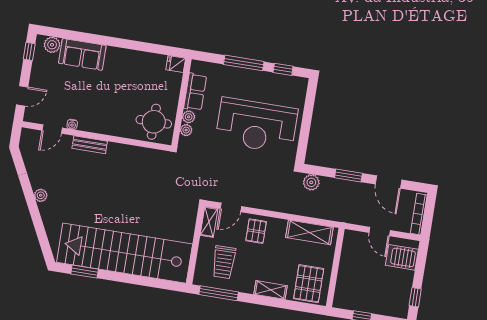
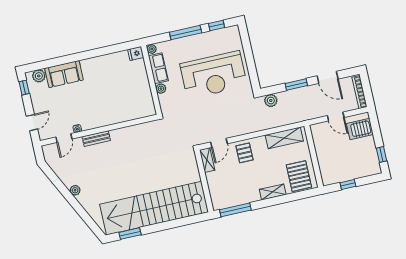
round table: (154, 122) -> (137, 103), removed
plant: (186, 130) -> (152, 49), moved
trolley: (224, 262) -> (230, 185), removed

